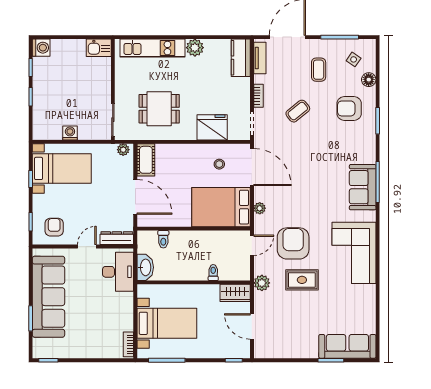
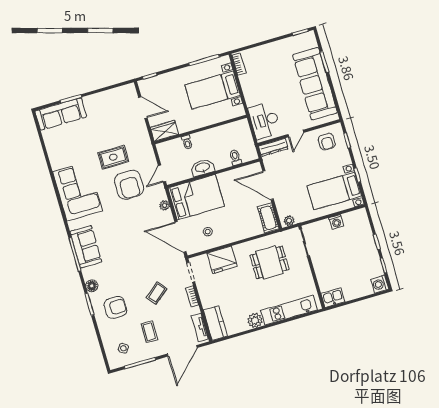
floor lamp: (369, 80) -> (92, 286), moved
washbasin: (145, 267) -> (203, 168), moved, turned 90
plant: (262, 283) -> (145, 145), removed

